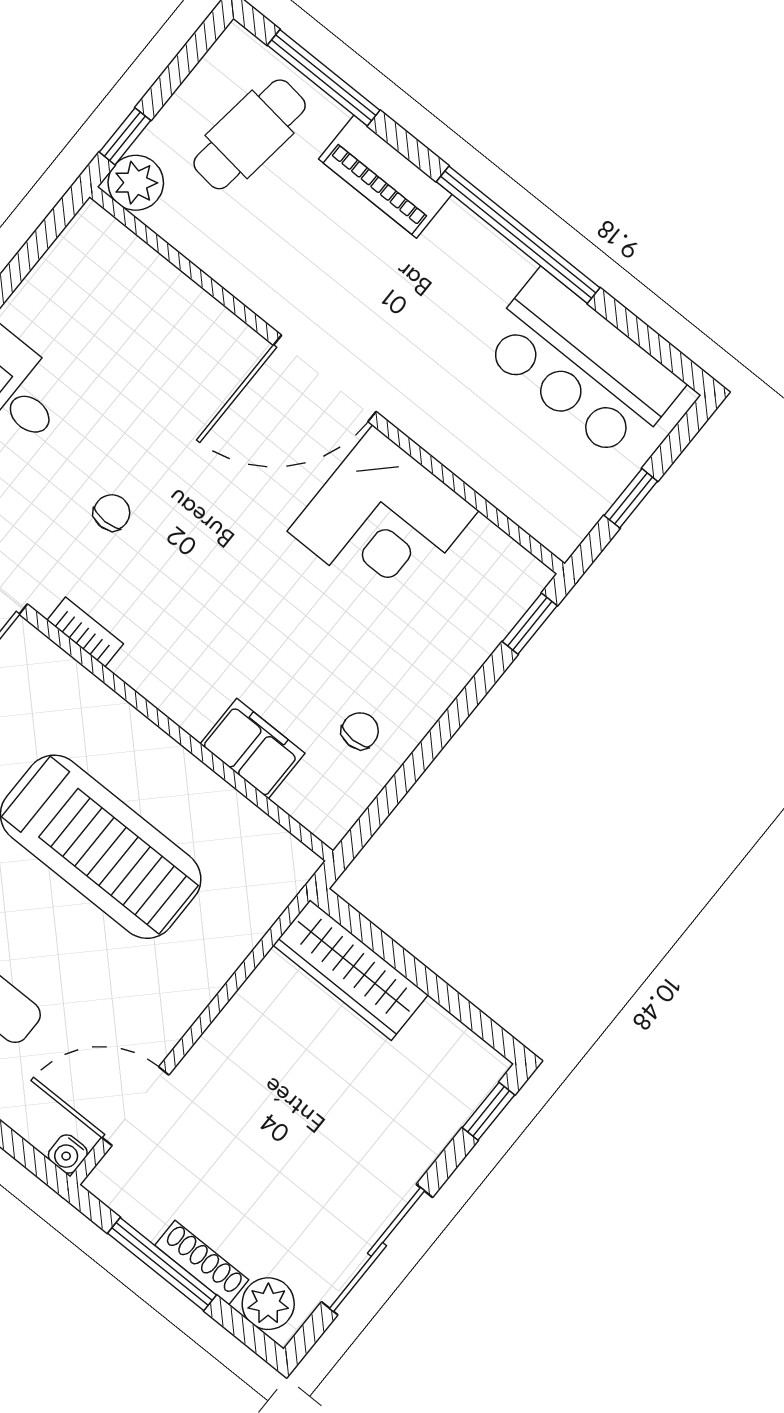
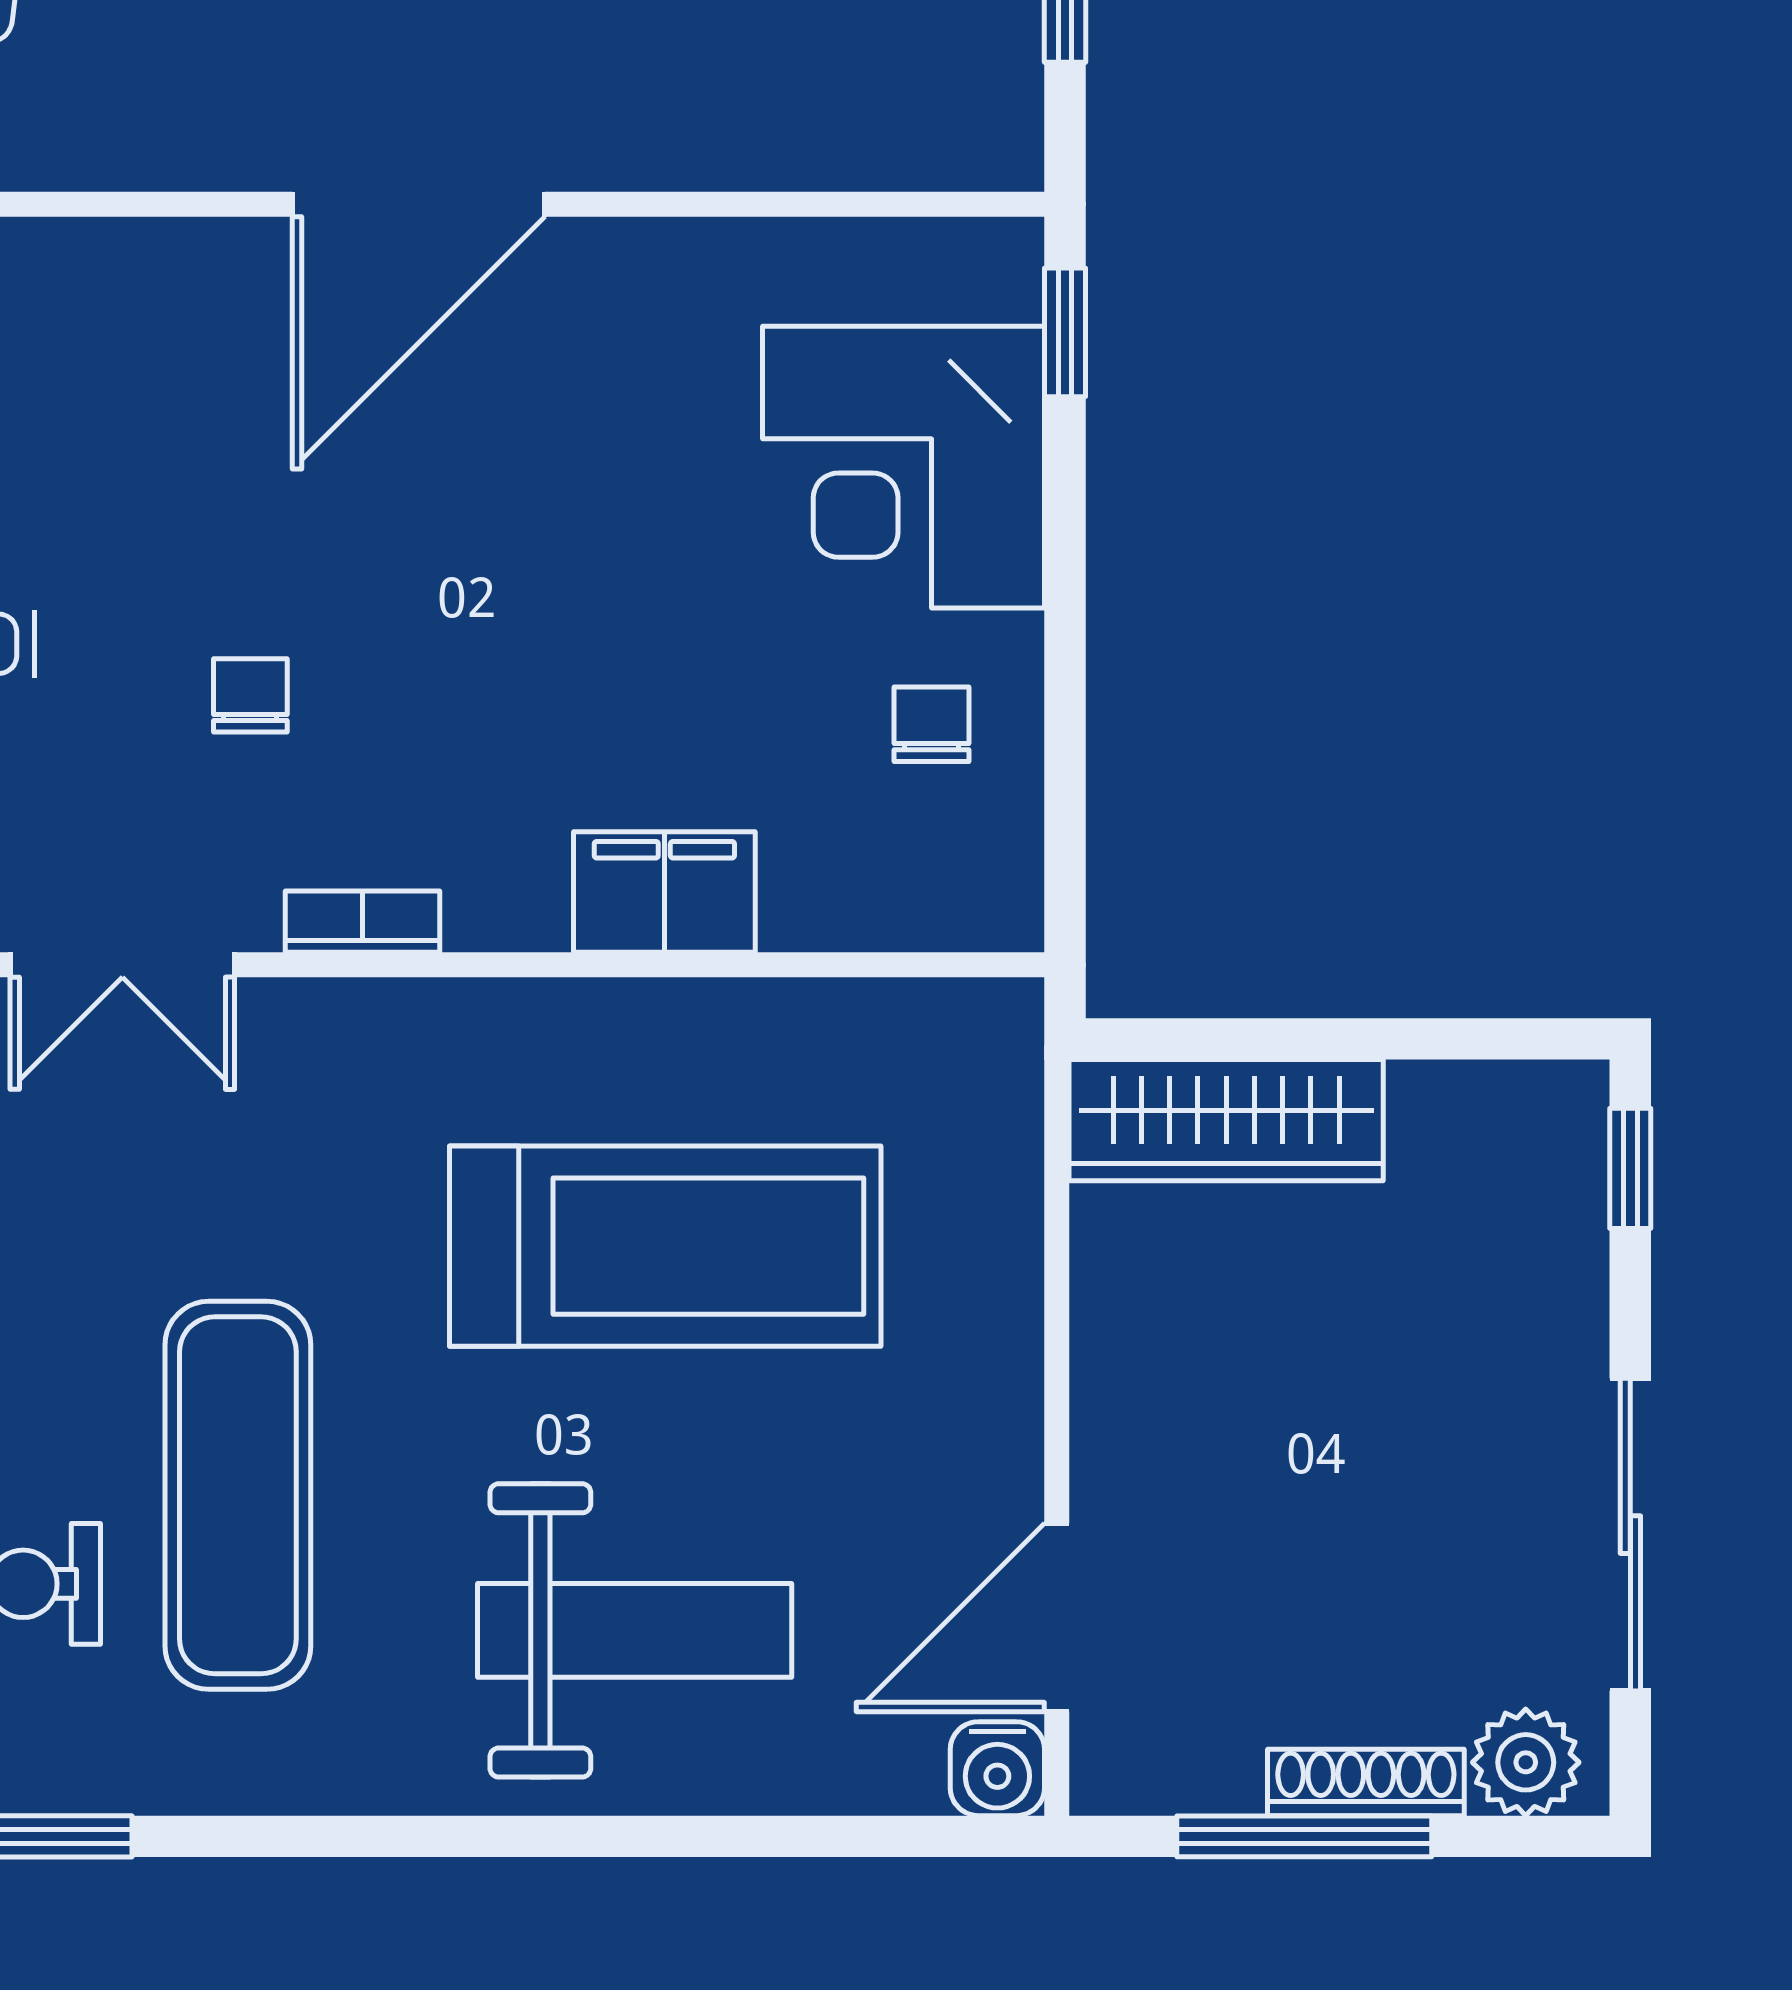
corner desk: (383, 521) -> (903, 467), moved, turned 90
filing cabinet: (252, 749) -> (664, 892), moved
water cooler: (68, 1154) -> (997, 1769), width x1.38, depth x1.38

